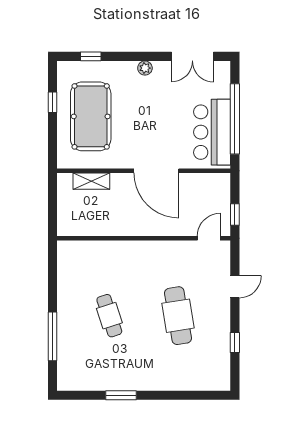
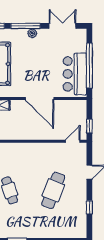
window: (134, 56) -> (26, 26), added
double door: (192, 56) -> (62, 26), swing flipped
cafe table: (178, 316) -> (53, 190), turned 30

